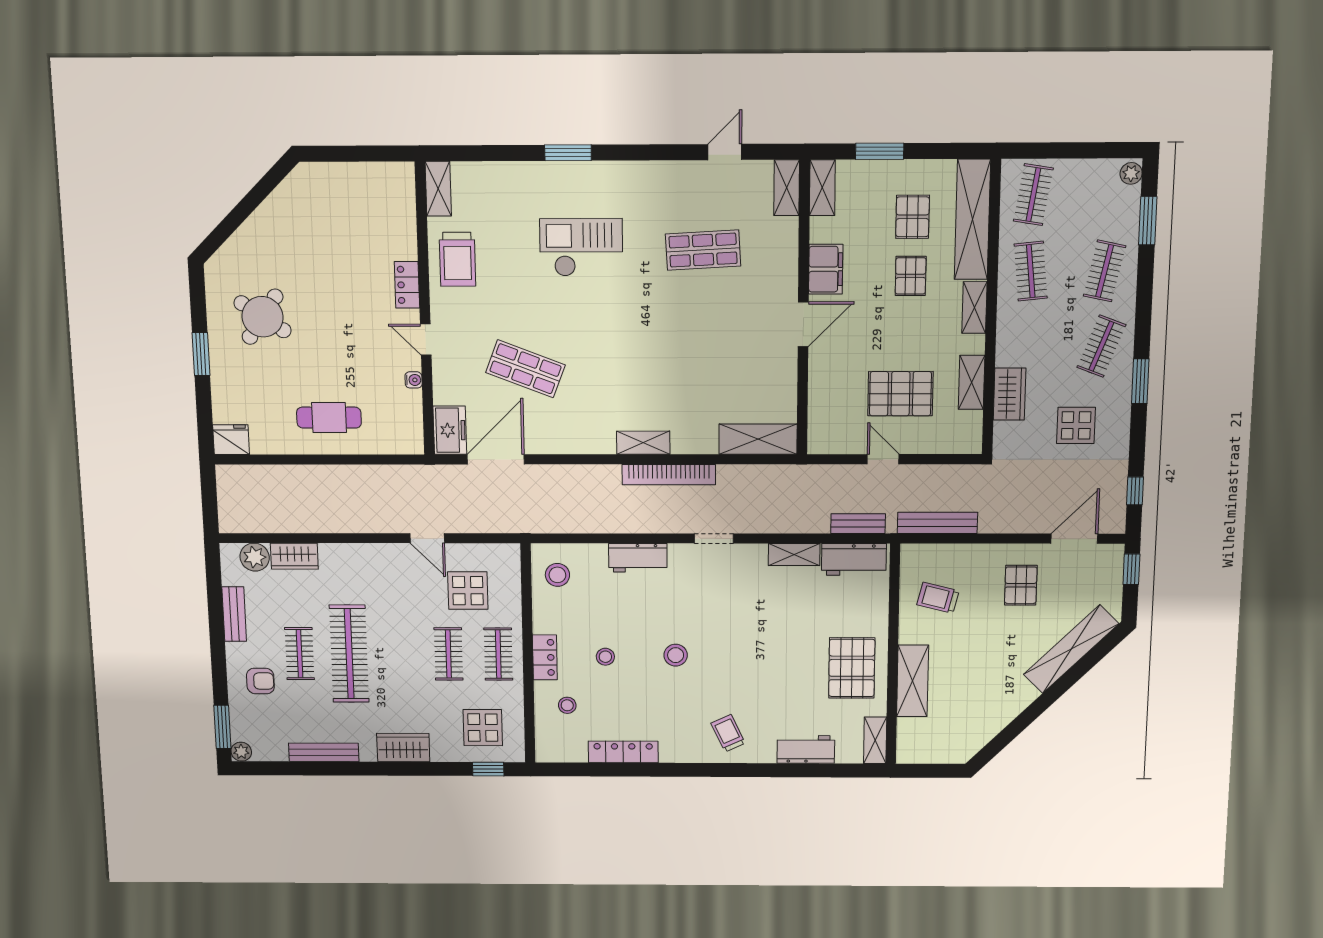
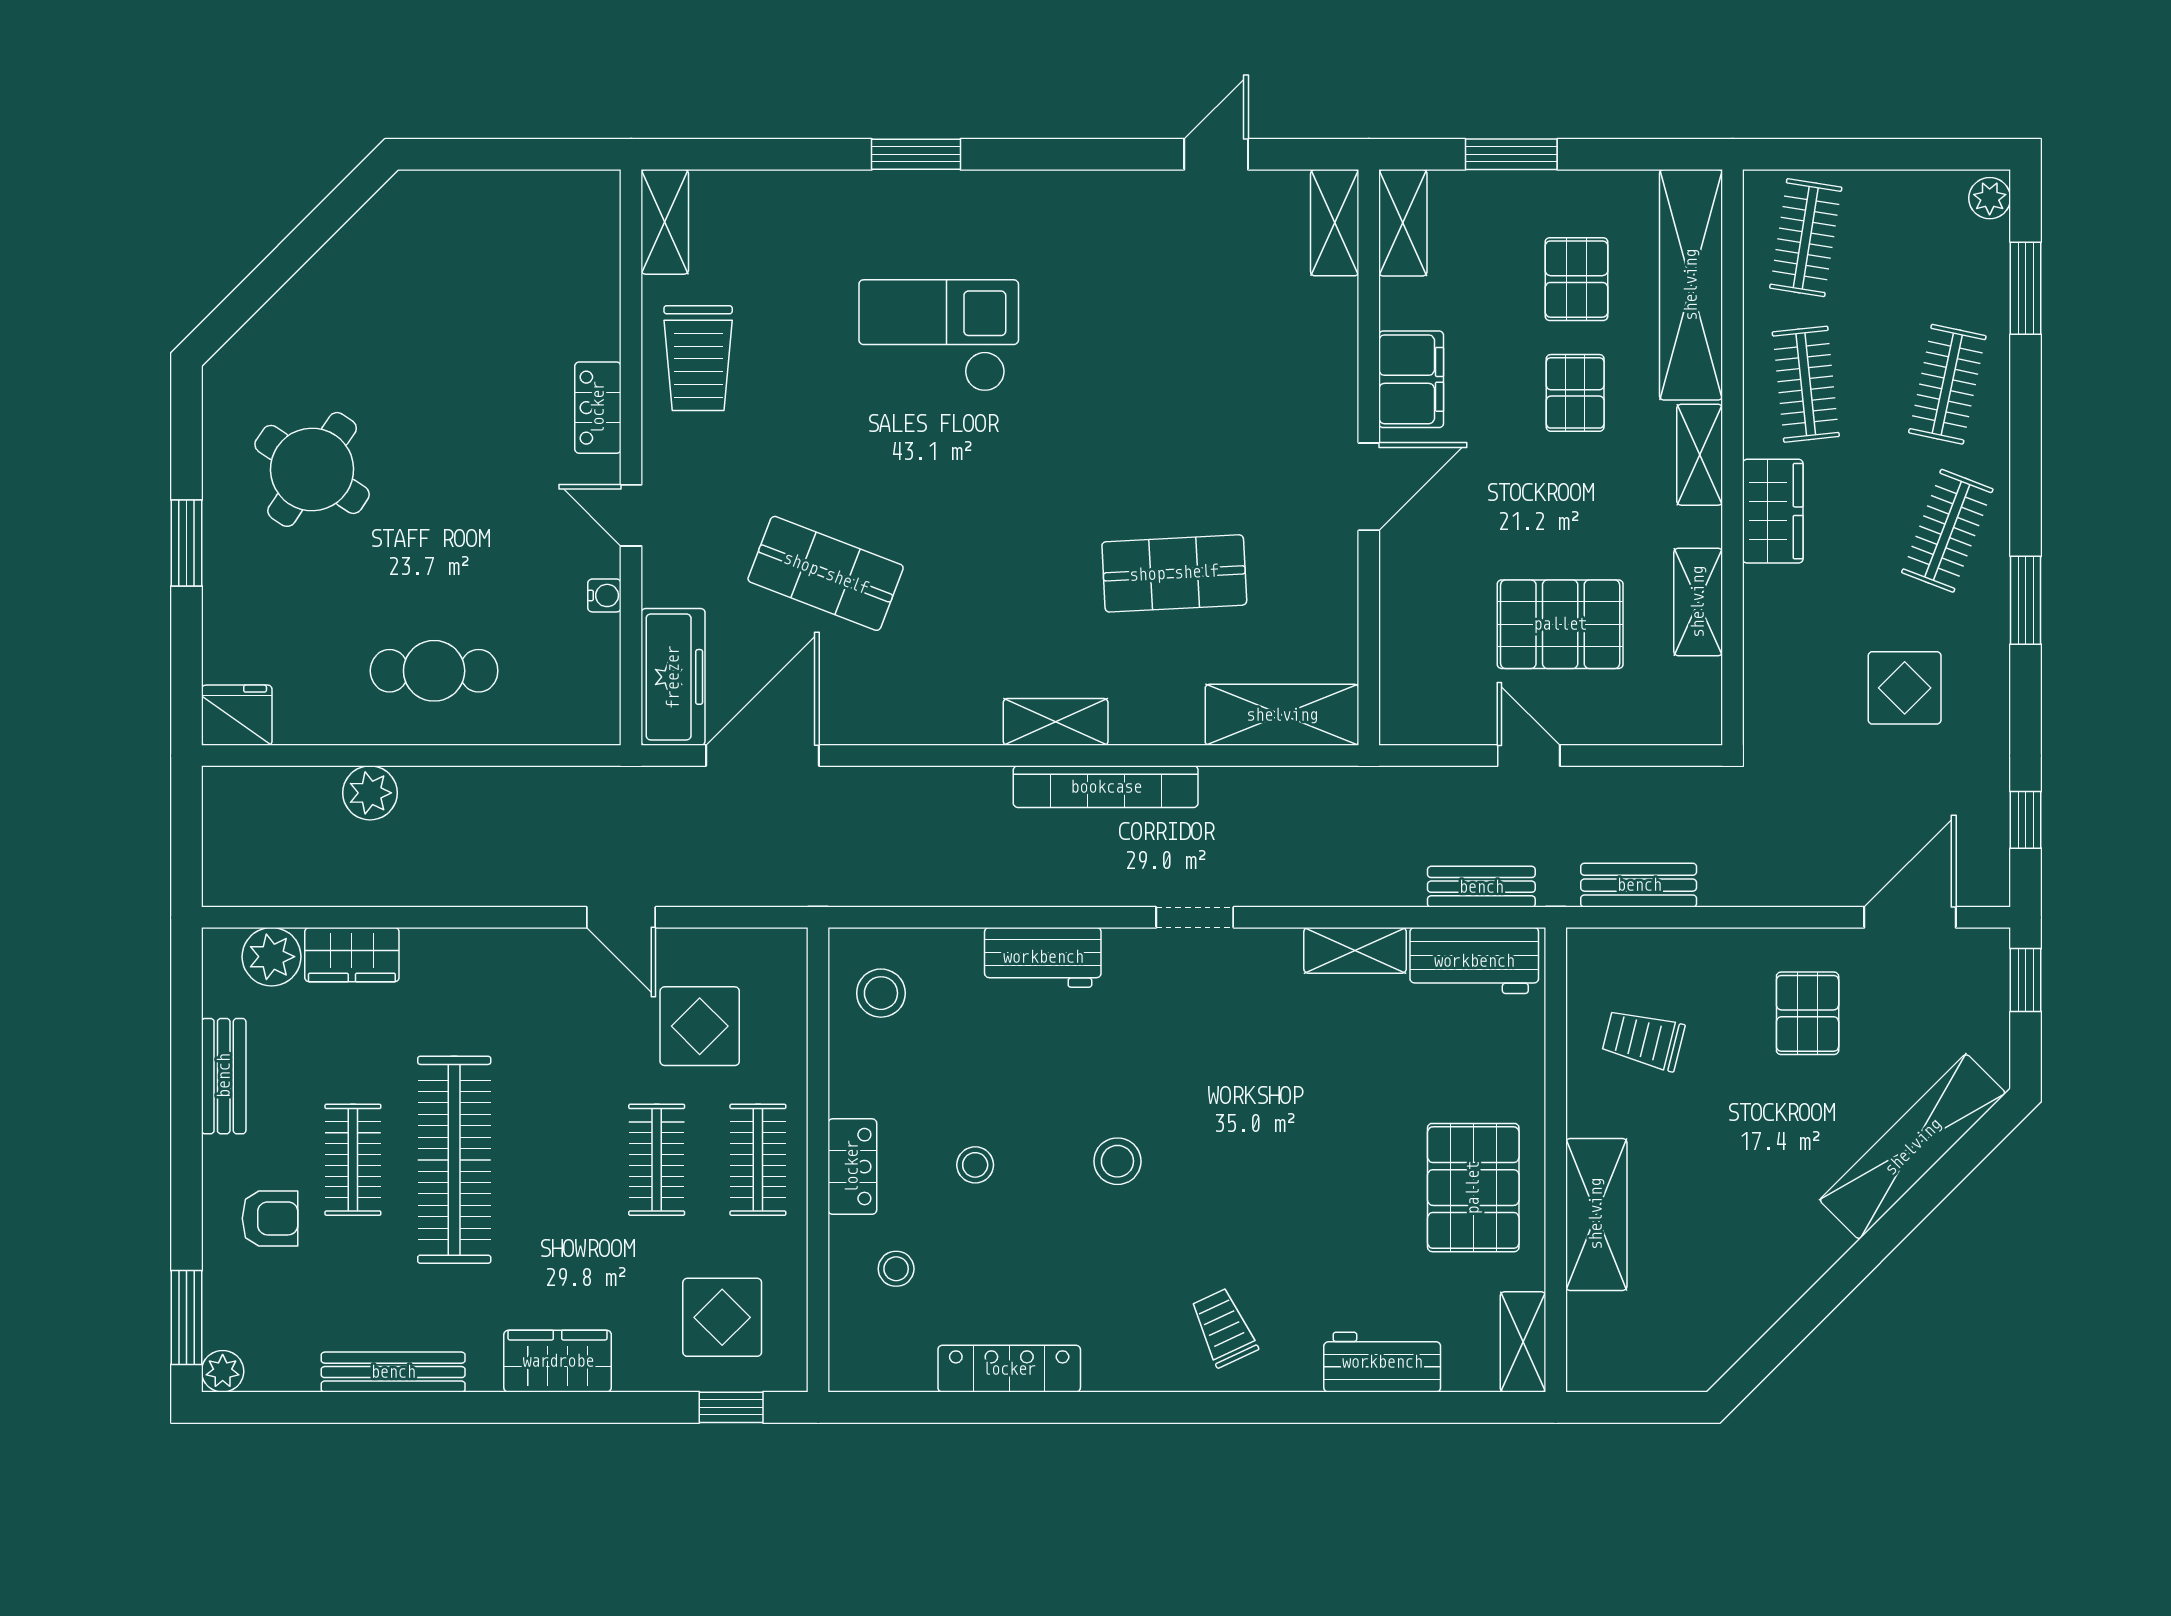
shop shelf: (703, 250) -> (1174, 573), moved
wardrobe: (1010, 394) -> (1773, 511), moved
freezer: (450, 430) -> (673, 677), width x1.40
plant: (300, 478) -> (370, 793), added
bench: (937, 523) -> (1639, 885), width x0.73

